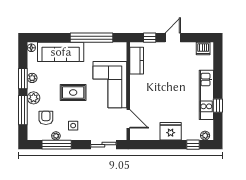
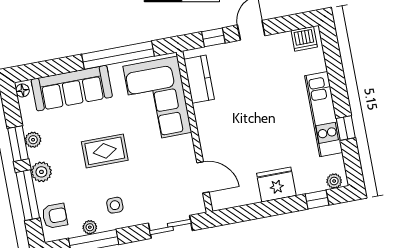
corner sofa: (110, 85) -> (157, 99), moved
armchair: (46, 118) -> (55, 216), moved, turned 90

